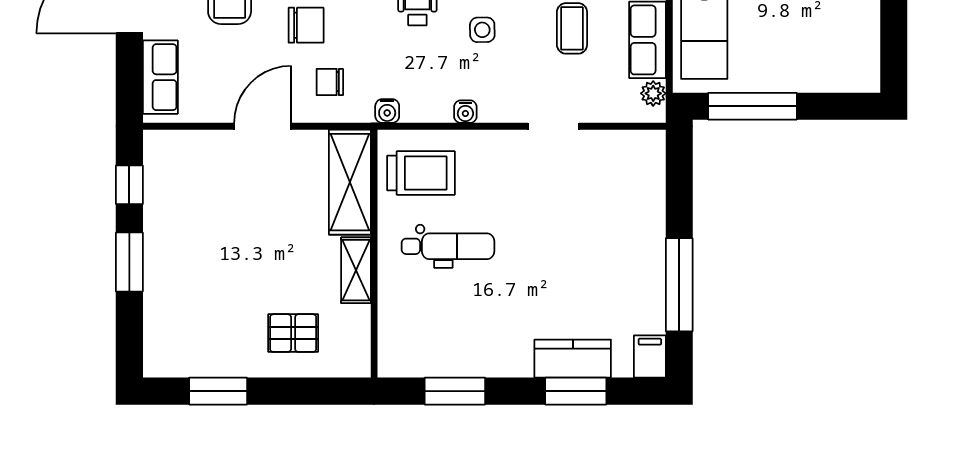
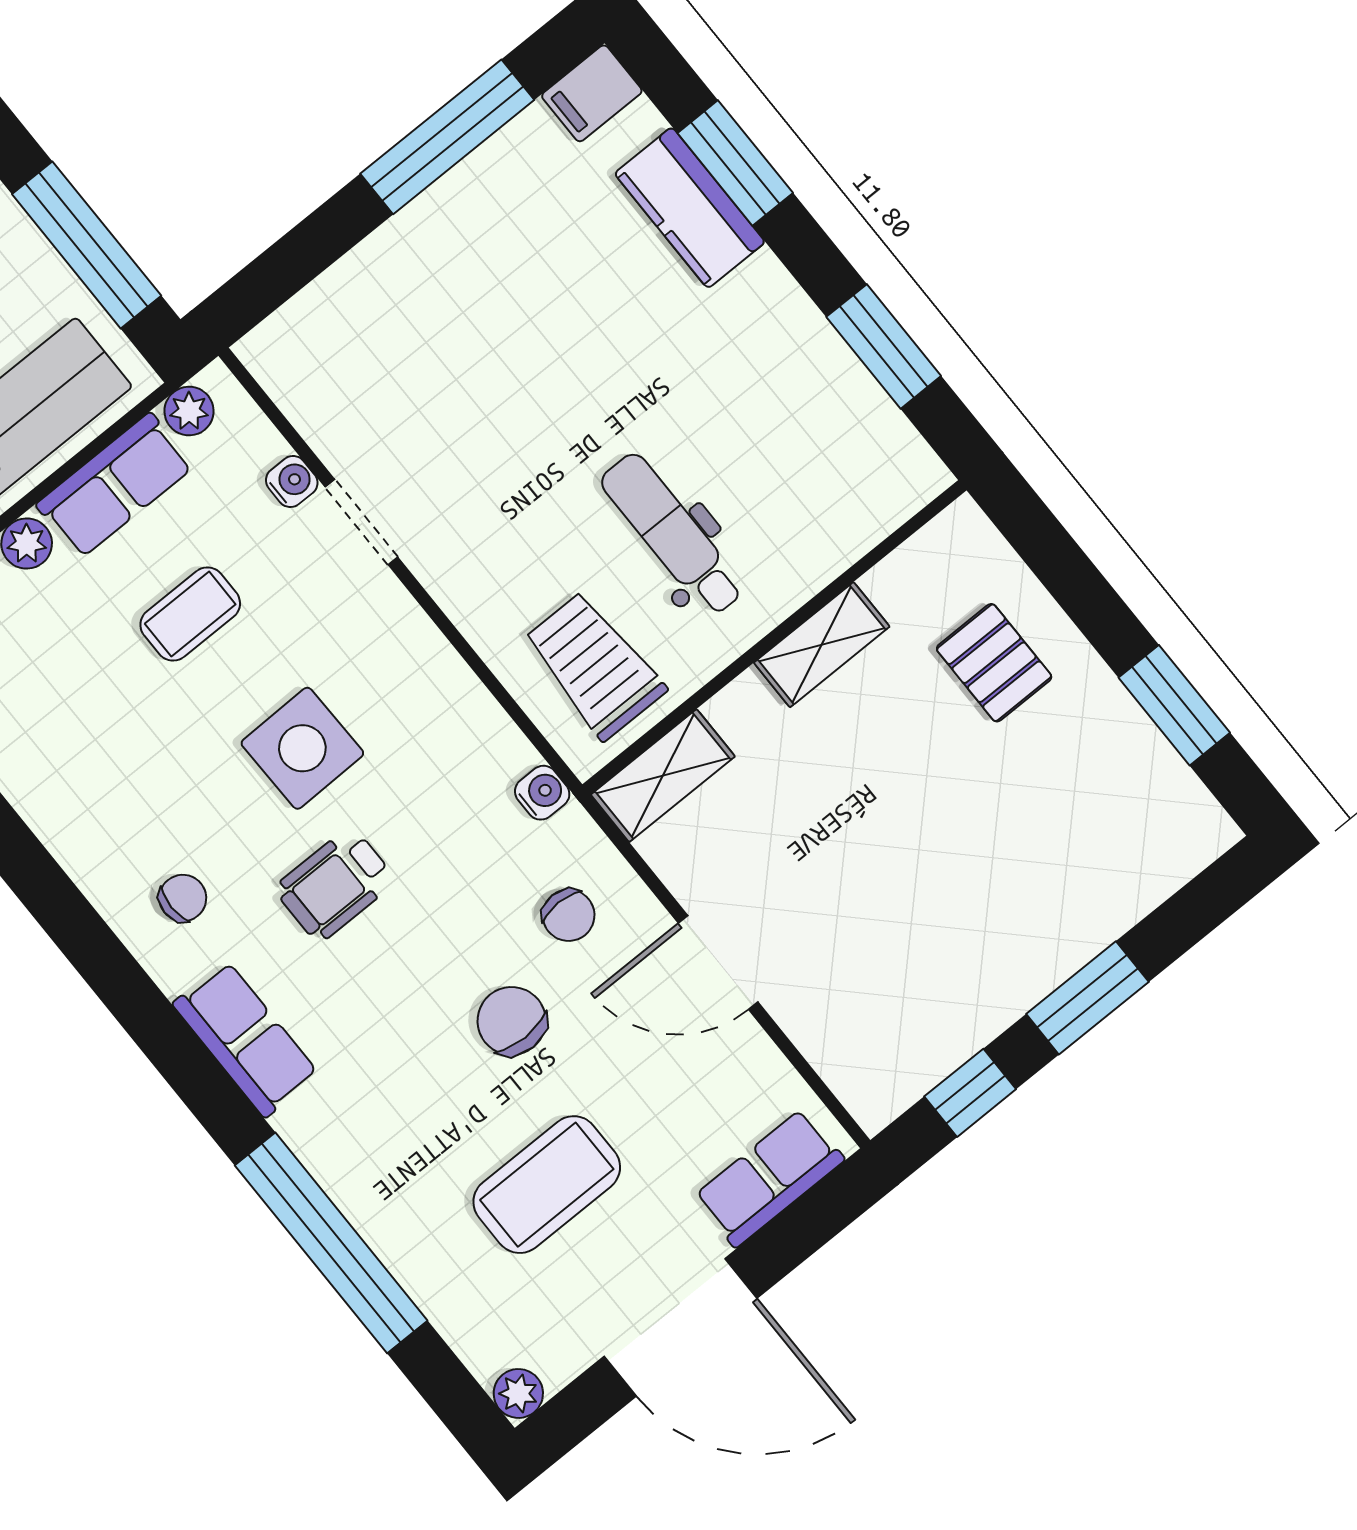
side table: (482, 30) -> (302, 748), width x1.87, depth x1.87
water cooler: (465, 112) -> (292, 482), moved
shelving: (350, 182) -> (663, 776), width x0.67, depth x0.75

